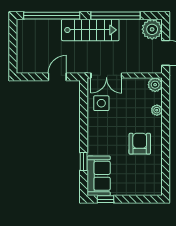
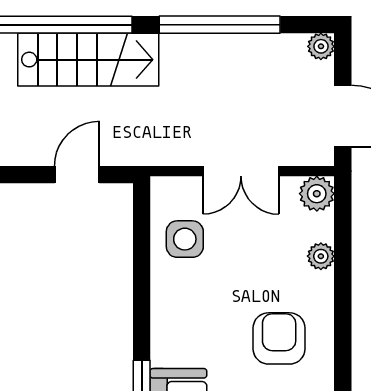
plant: (152, 29) -> (321, 46), width x0.53, depth x0.53
stairs: (90, 30) -> (88, 60), moved
double door: (106, 75) -> (241, 171), moved

